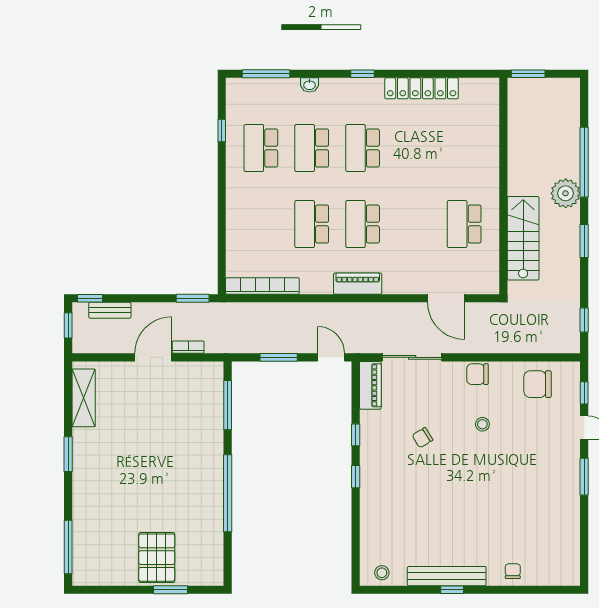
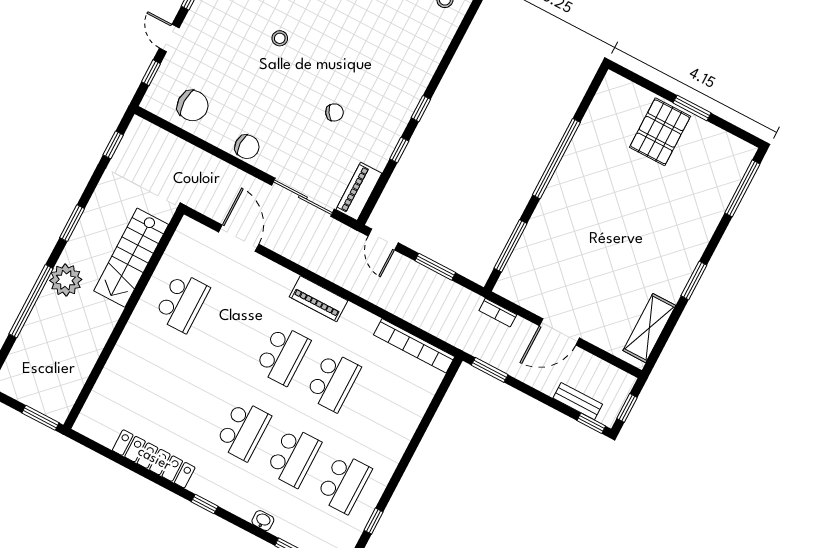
bookcase: (188, 347) -> (498, 313), moved
stool: (482, 424) -> (280, 38), moved
window: (171, 590) -> (692, 108), moved

